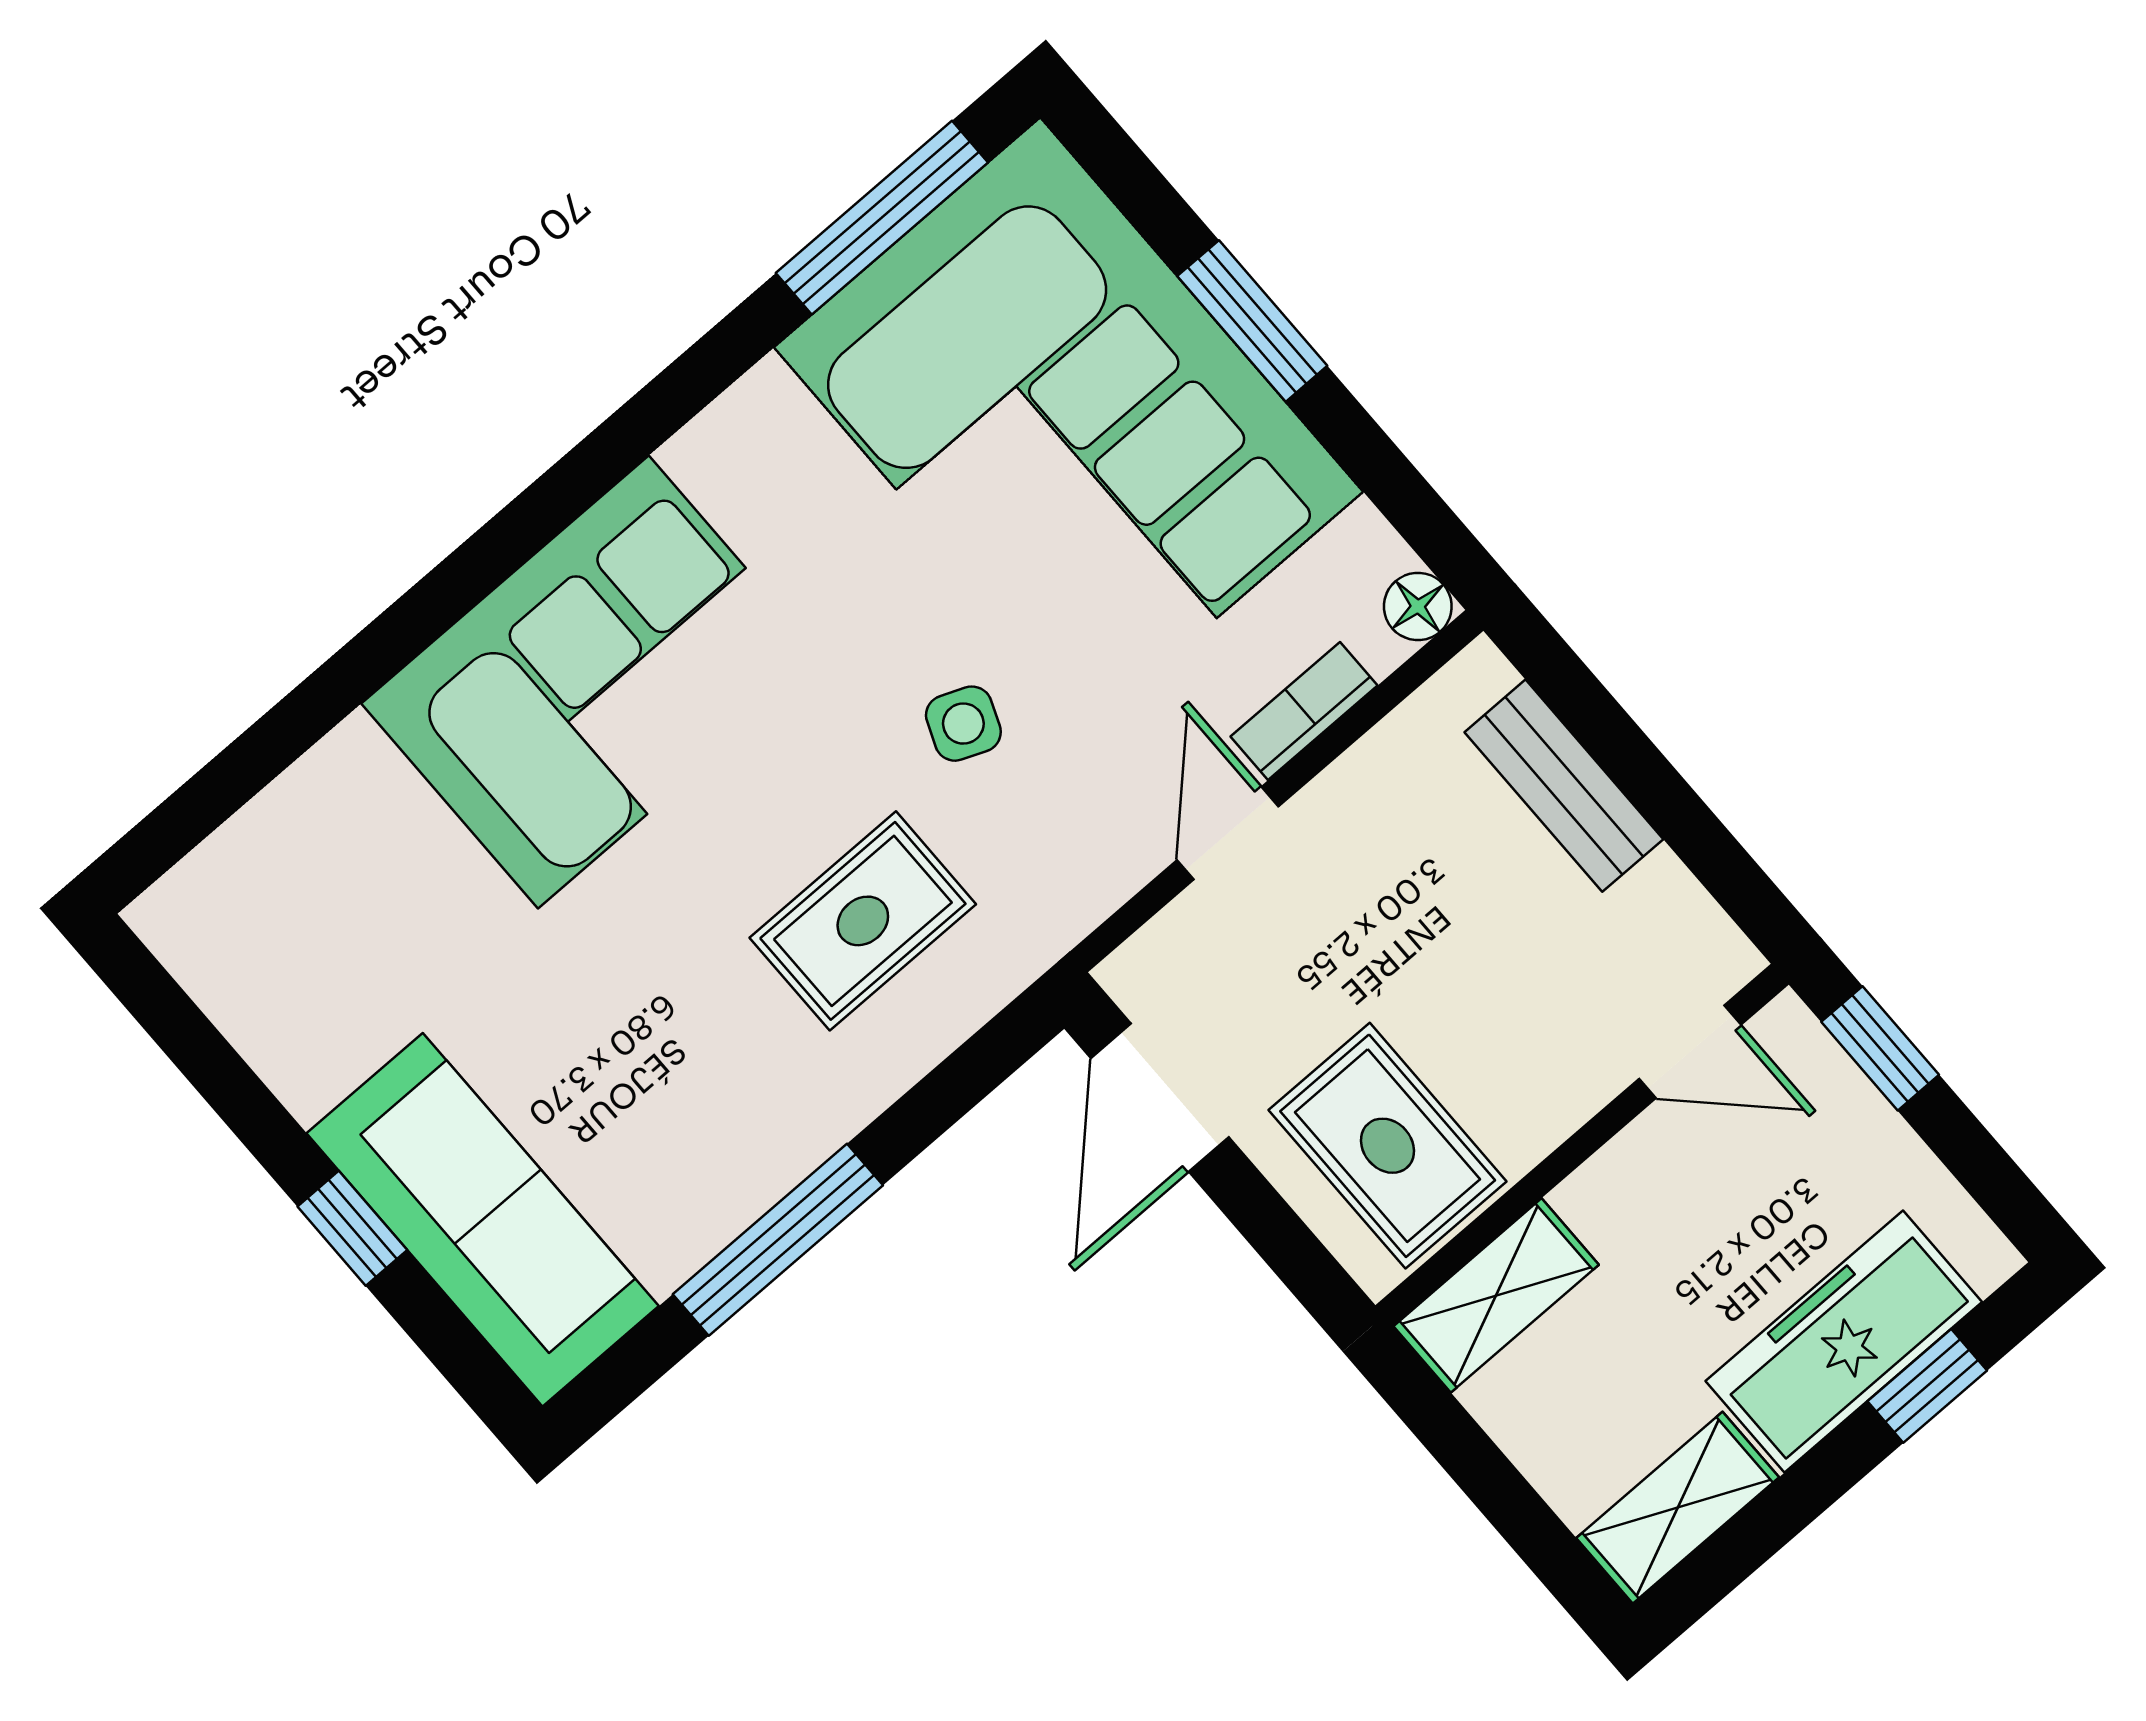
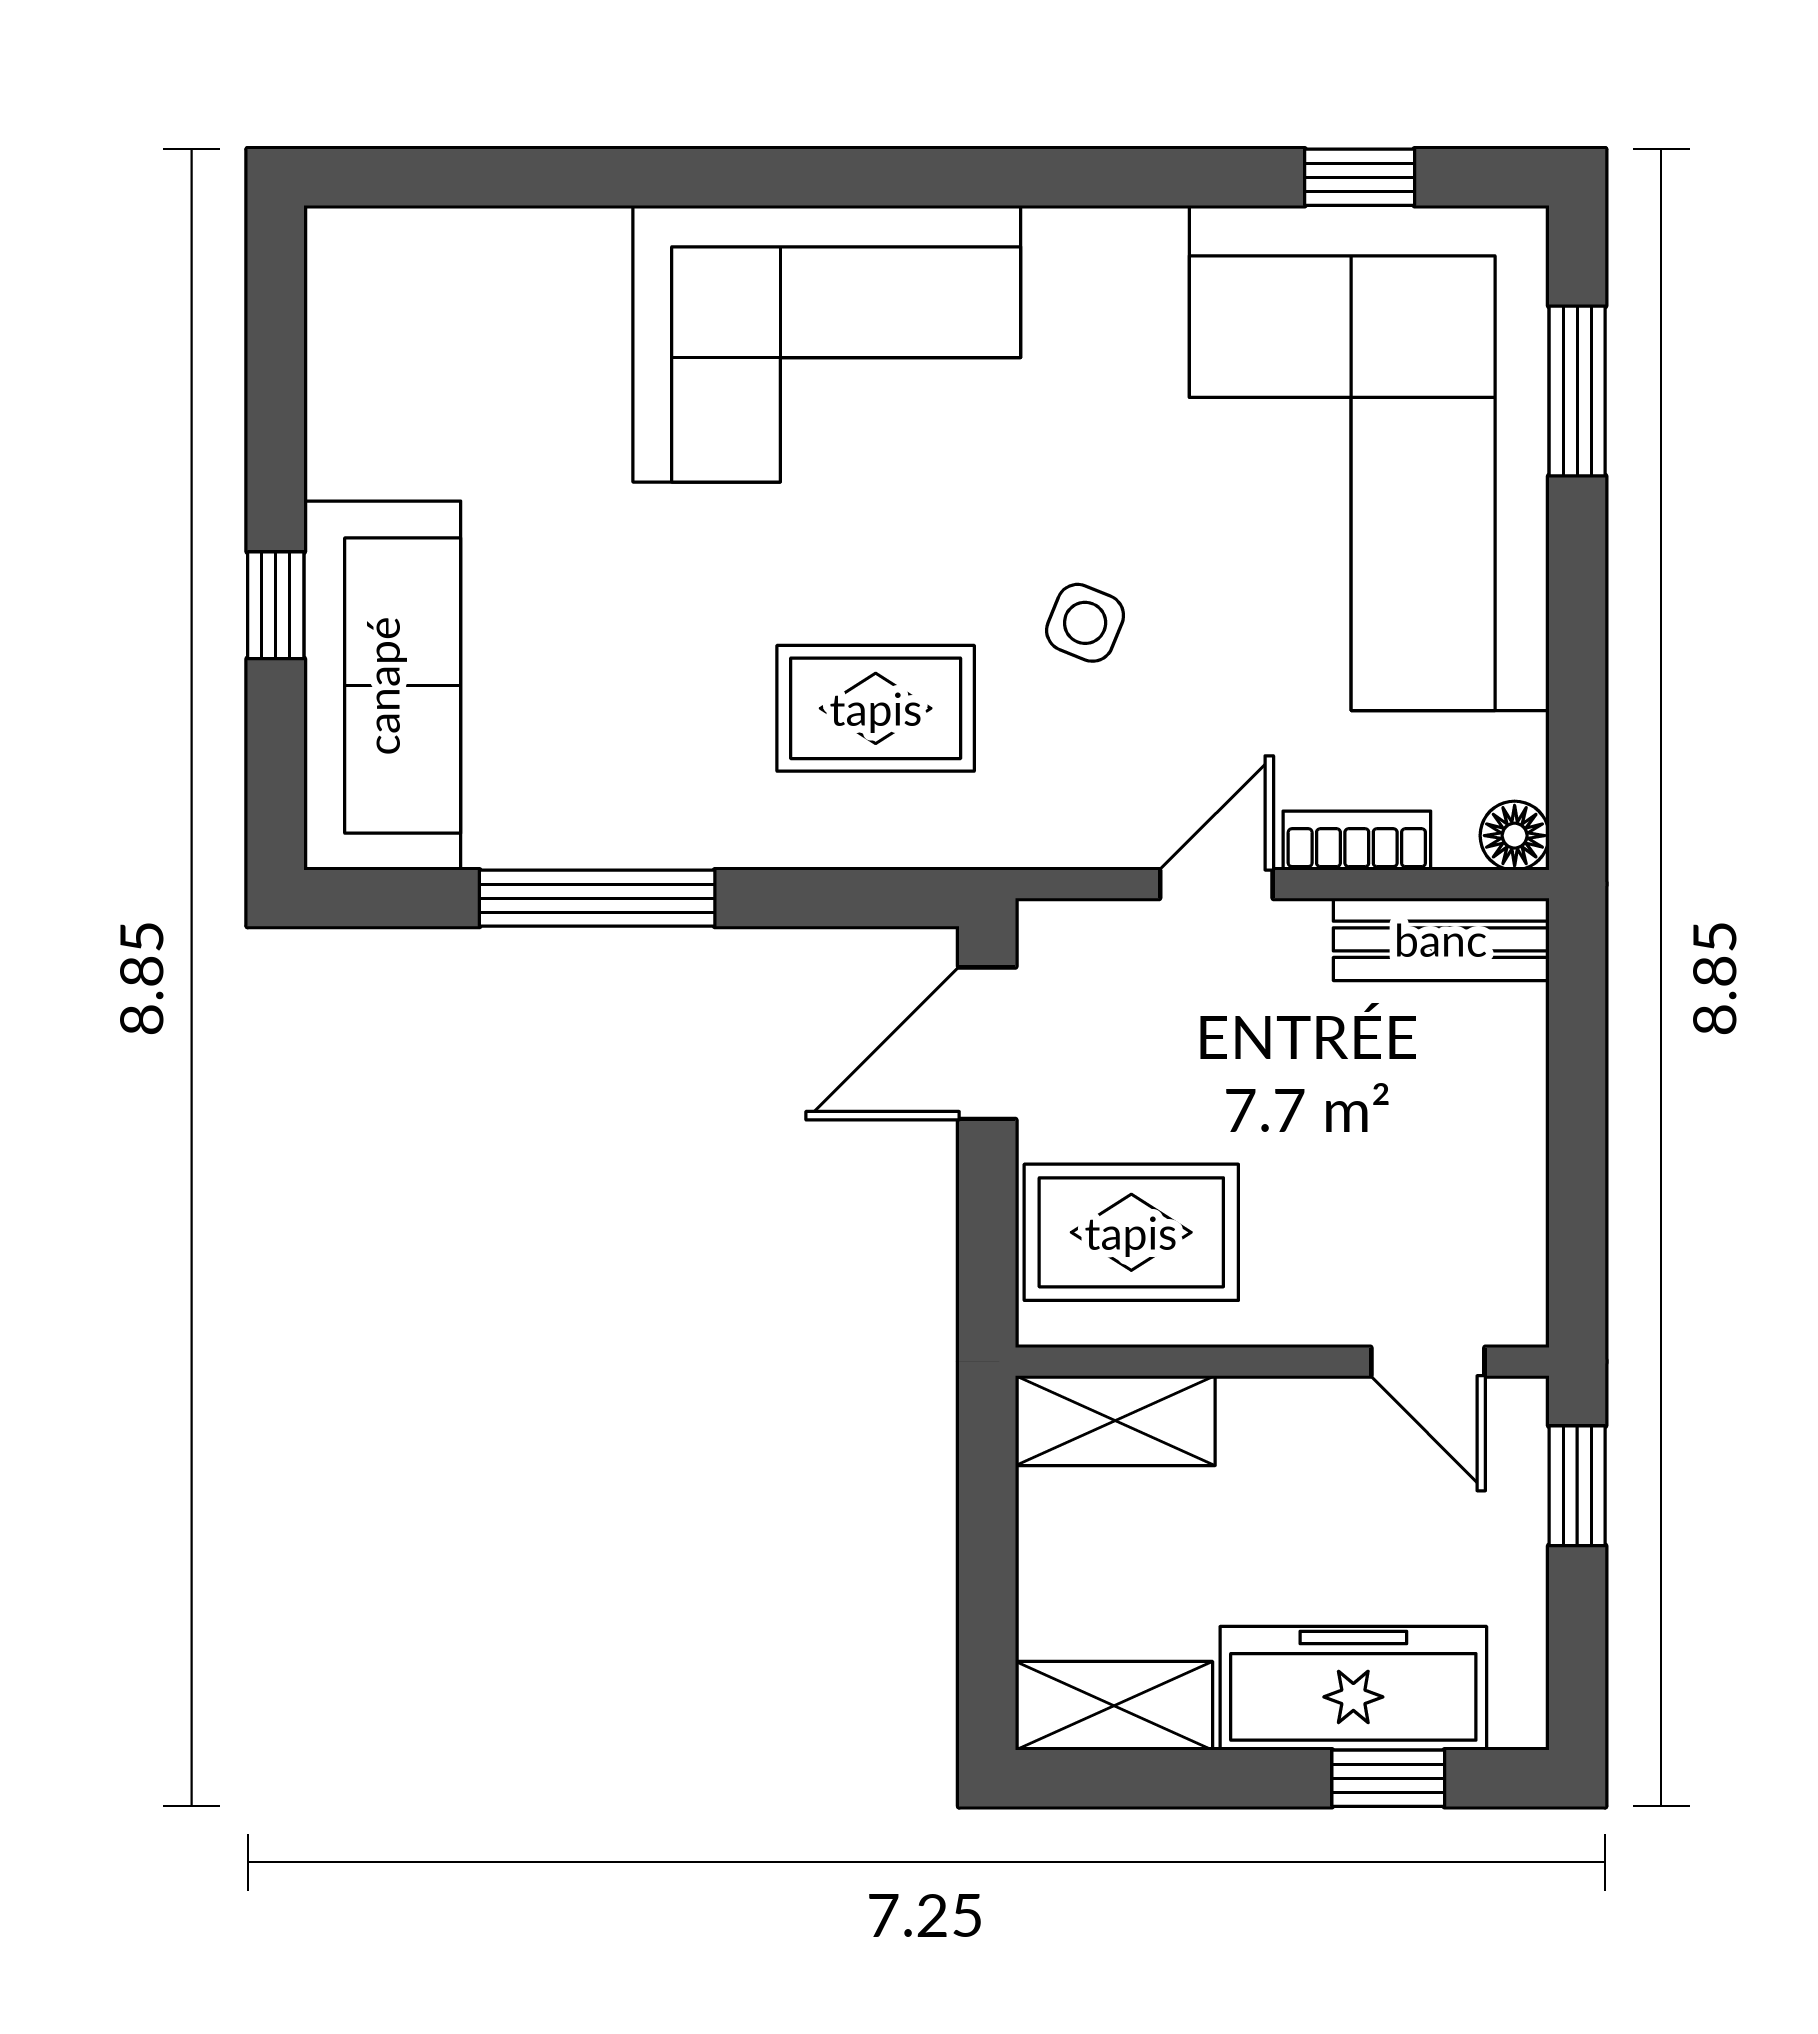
window: (882, 218) -> (1360, 177), width x0.46
window: (1252, 321) -> (1577, 391), moved
bench: (1564, 786) -> (1441, 939), moved, turned 90
rug: (1388, 1146) -> (1131, 1232), turned 90

